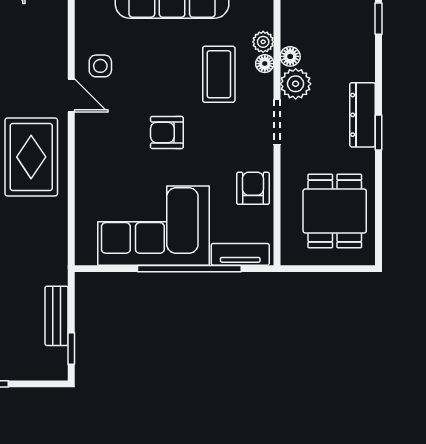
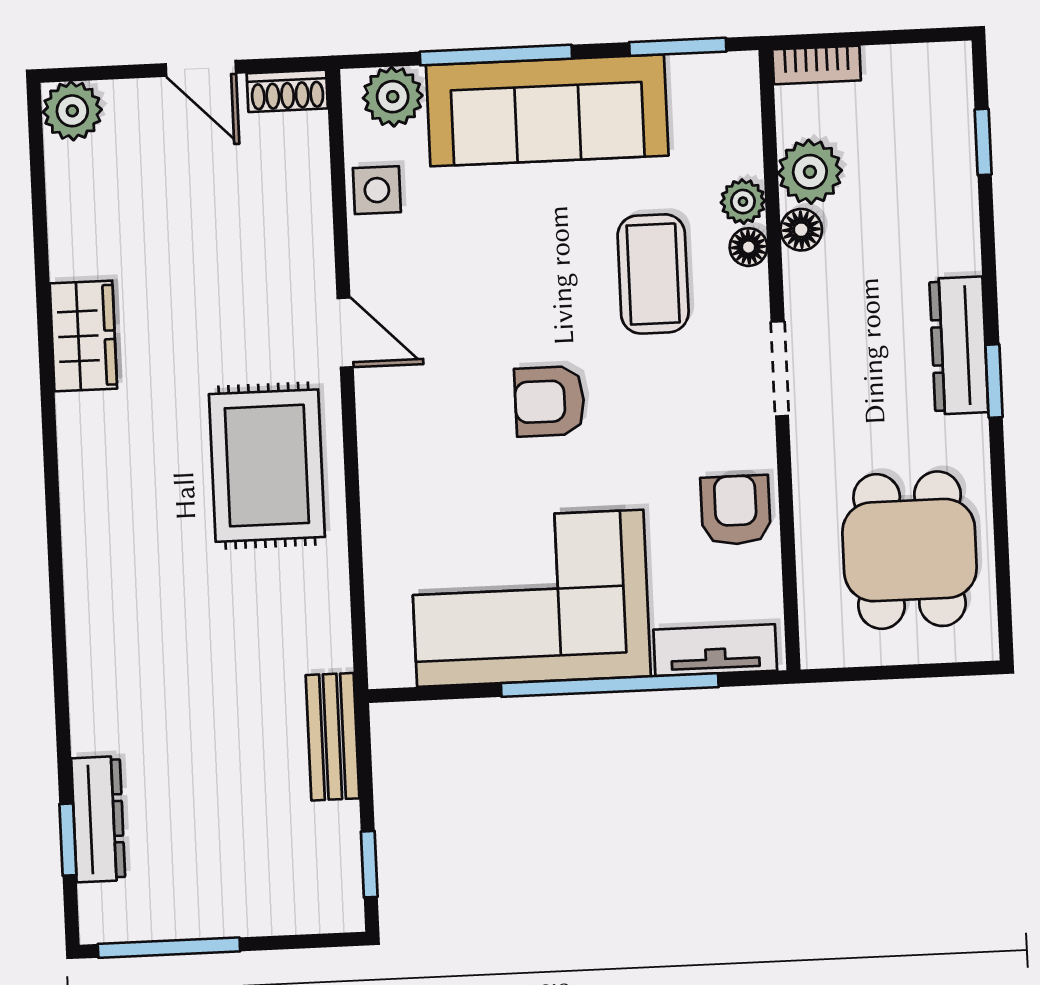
side table: (100, 66) -> (377, 190), moved
plant: (296, 84) -> (810, 172), moved
bench: (57, 316) -> (333, 737), moved

